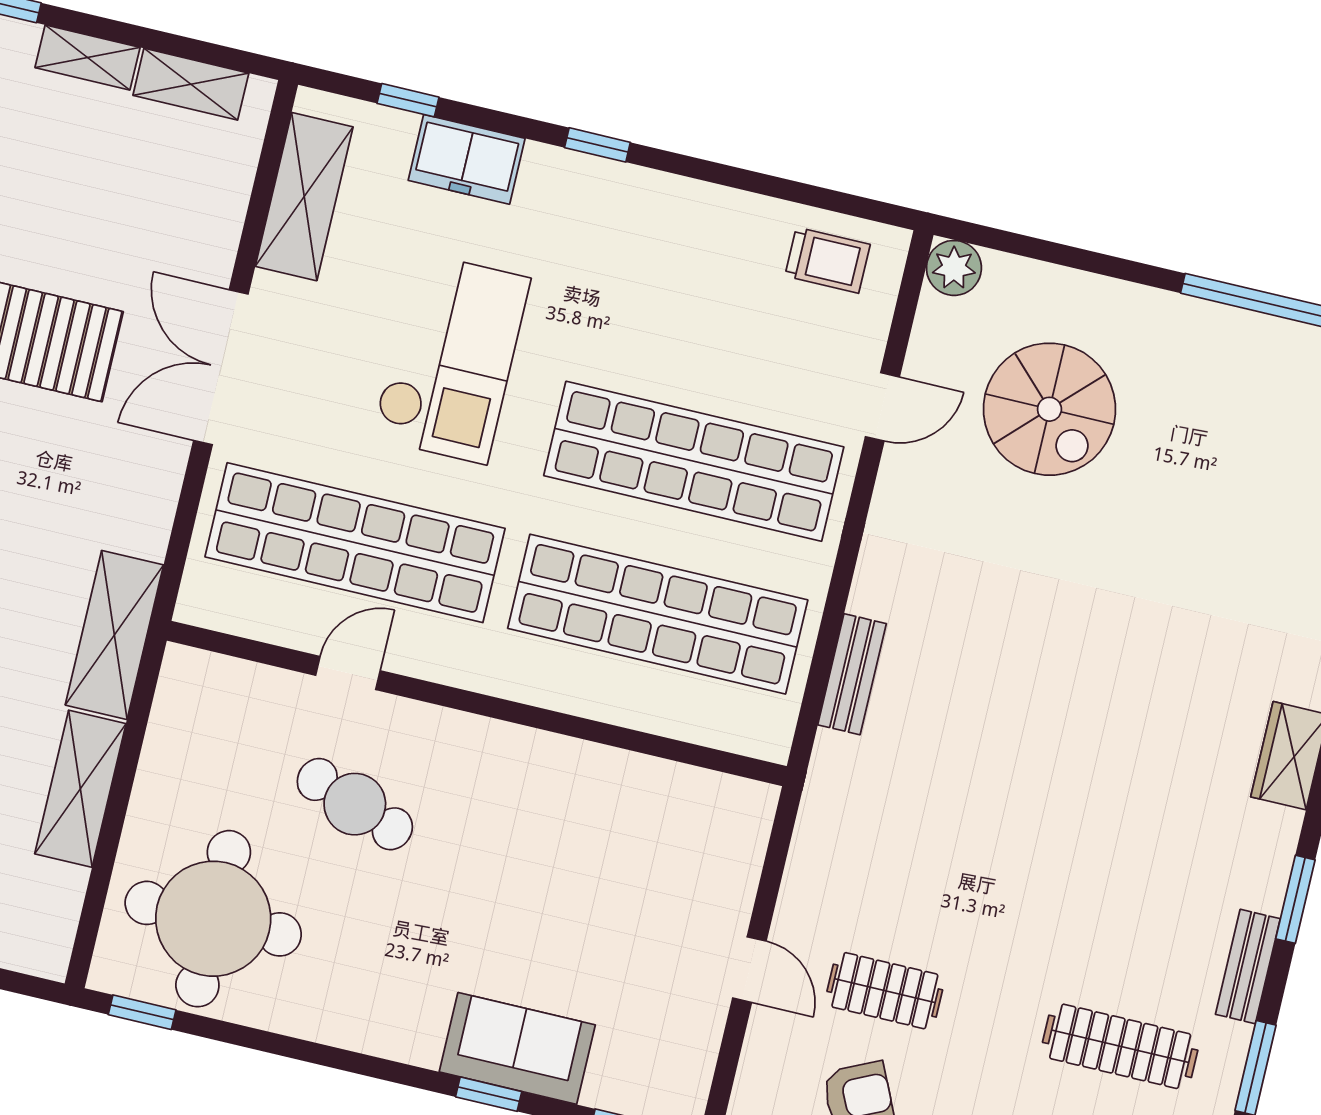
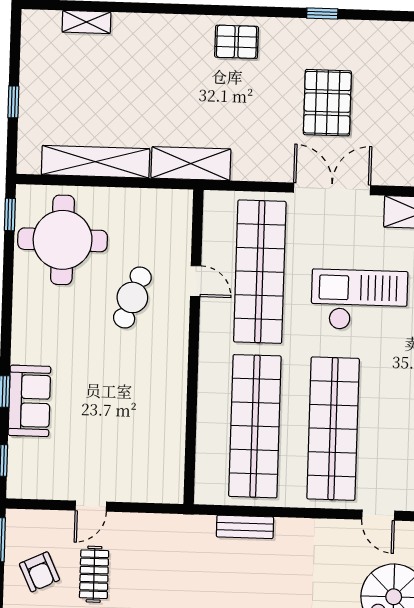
checkout: (451, 358) -> (359, 300), turned 180
shelving: (80, 789) -> (96, 162), width x1.47

